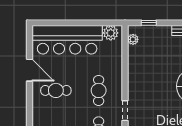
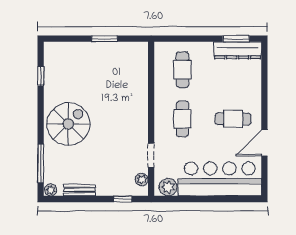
door: (29, 70) -> (264, 143), hinge flipped
doorway: (125, 111) -> (151, 155), moved

